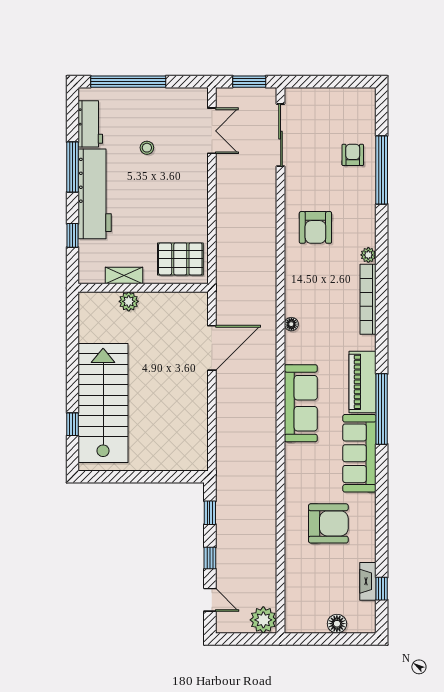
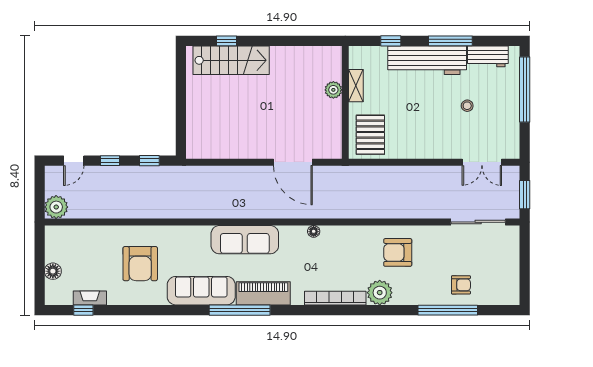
plant: (368, 255) -> (380, 293), width x1.88, depth x1.88
stairs: (103, 403) -> (231, 60), width x0.73, depth x0.66

